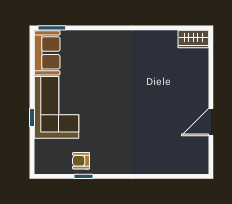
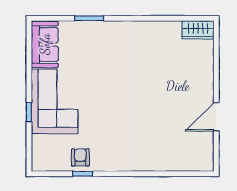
window: (52, 28) -> (89, 18), moved
armchair: (81, 161) -> (80, 157), turned 90

